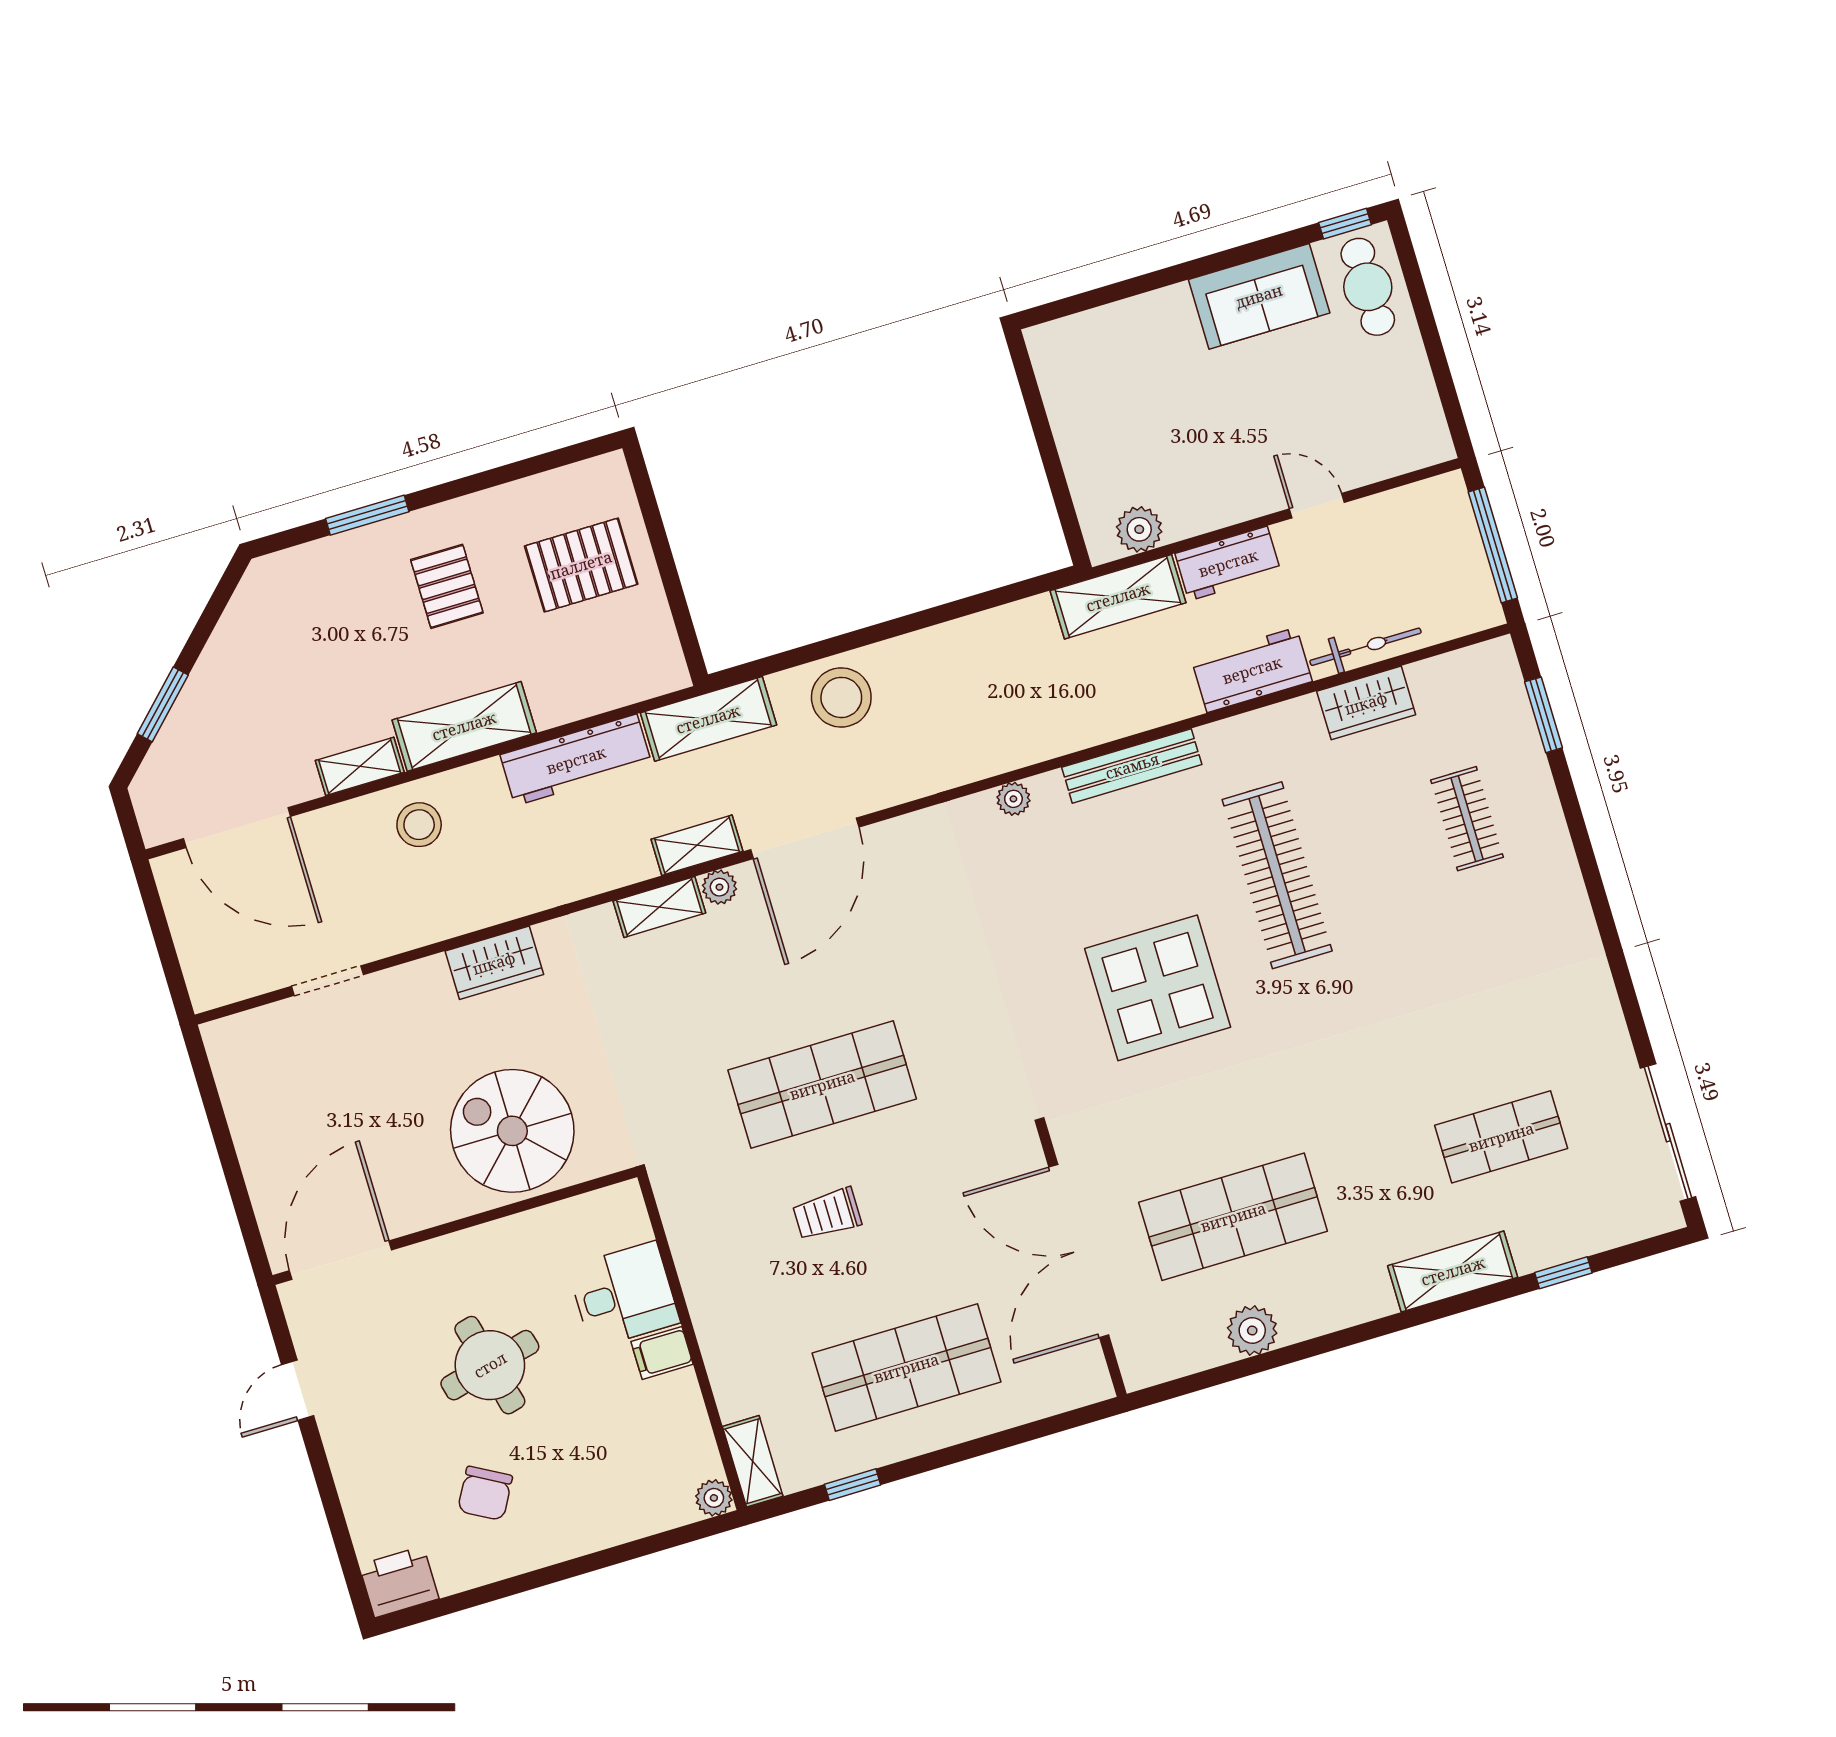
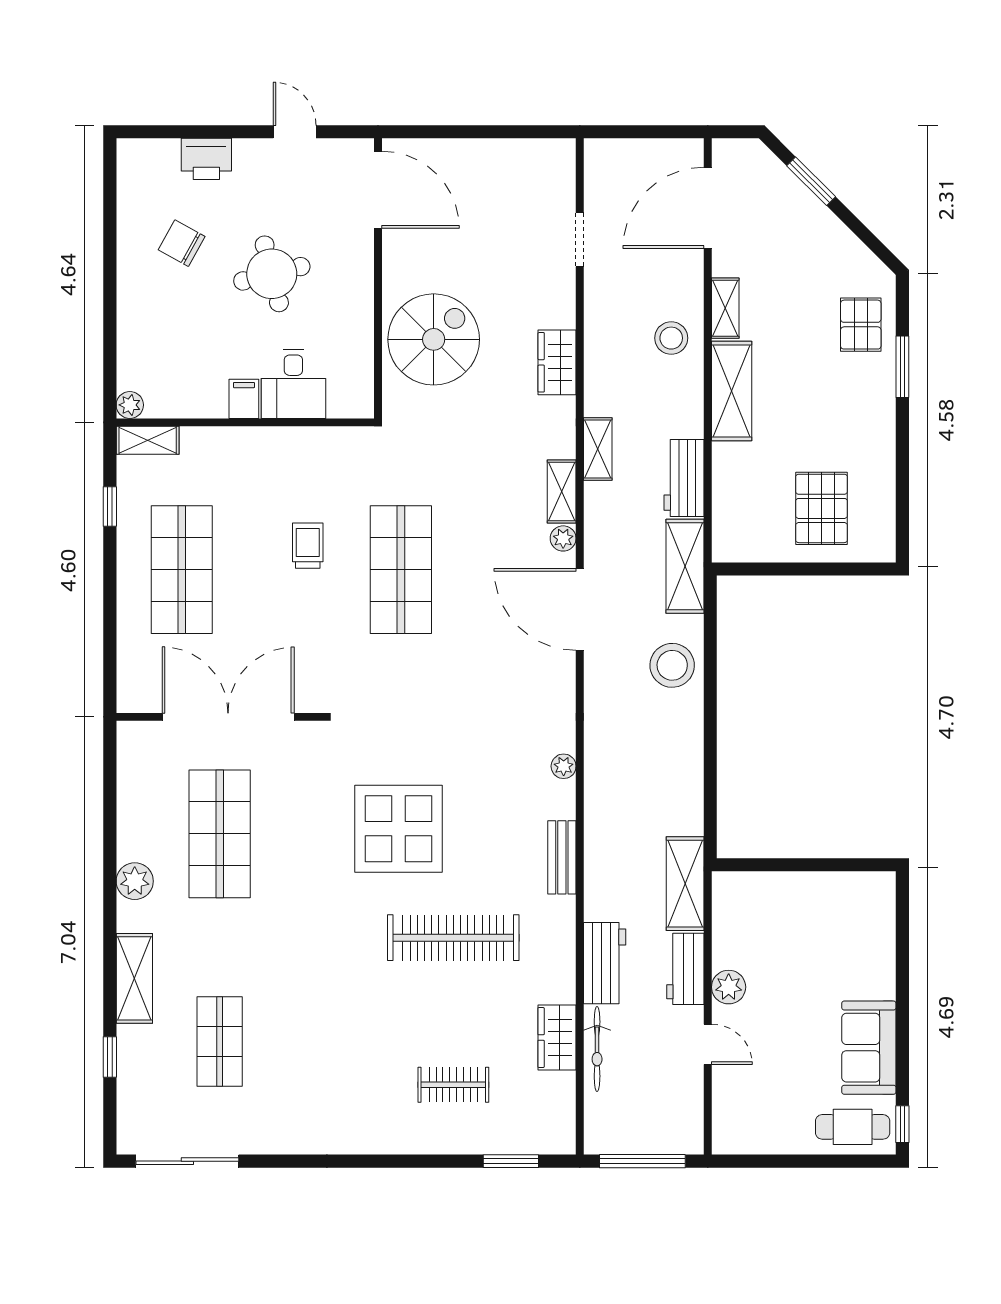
door: (1317, 506) -> (708, 1044), hinge flipped
plant: (1139, 529) -> (729, 987), moved
pallet: (447, 586) -> (861, 325), moved, turned 90
workbench: (576, 760) -> (684, 478), width x0.73
bench: (1132, 766) -> (562, 857), width x0.73
shelving: (697, 845) -> (598, 449), moved
plant: (1252, 1330) -> (135, 881), moved
printer: (399, 1582) -> (206, 159), moved, turned 90

